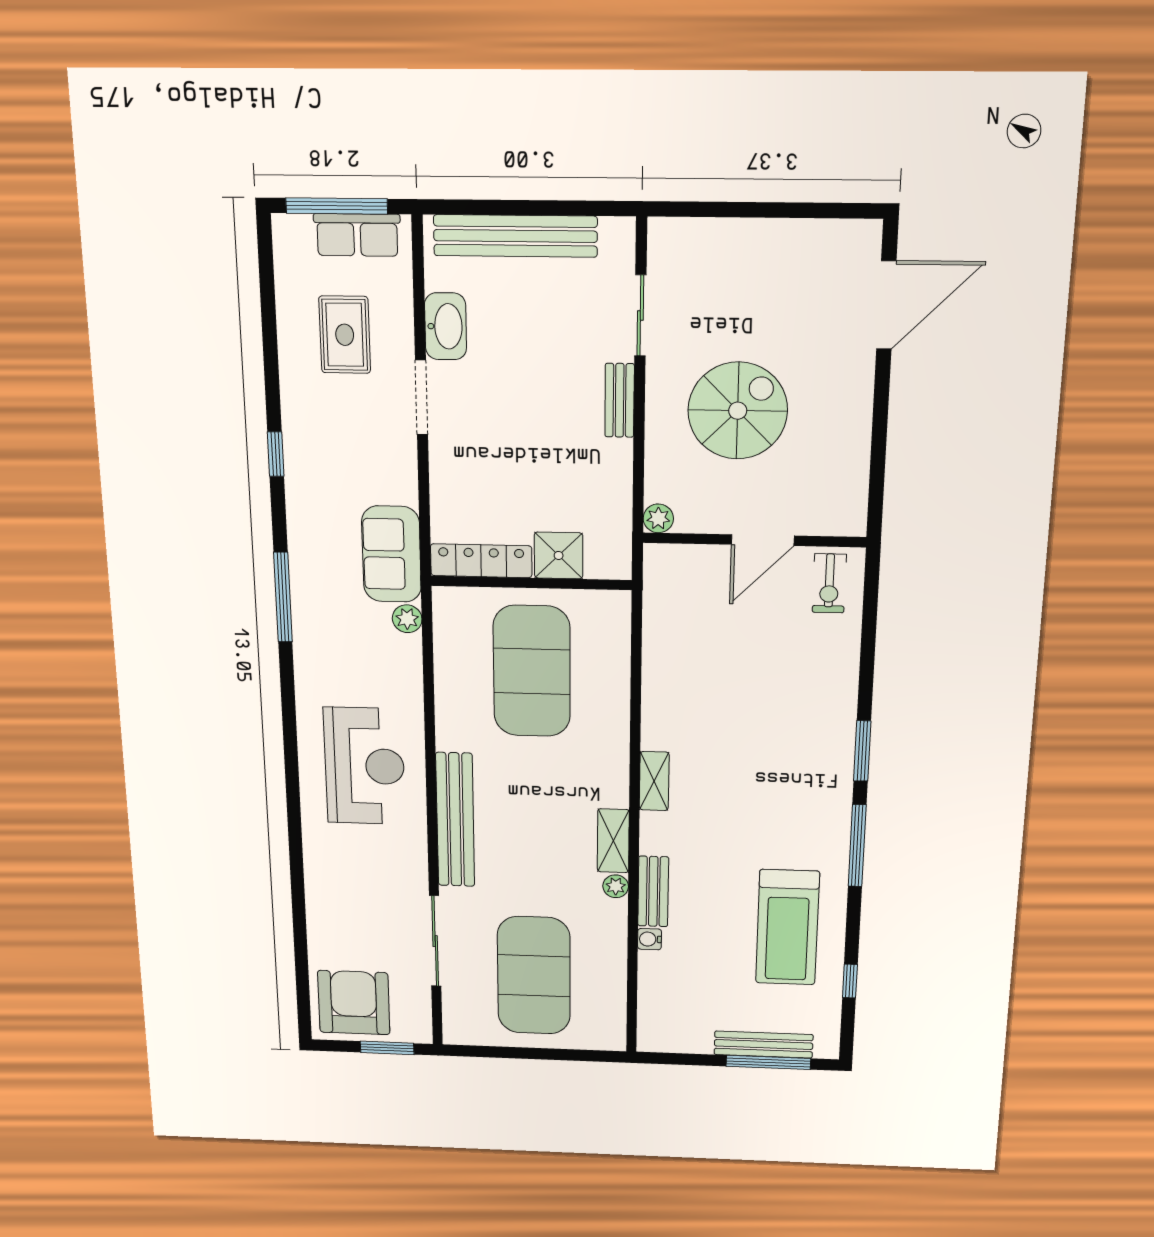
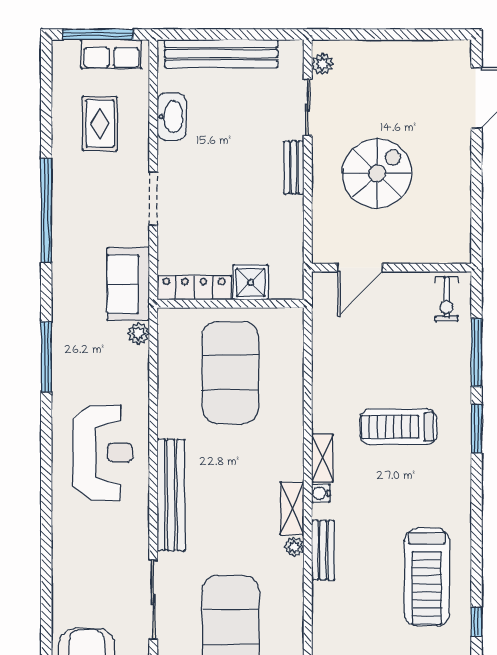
doorway: (421, 398) -> (153, 199), moved
window: (276, 454) -> (46, 211), width x3.17
plant: (658, 518) -> (322, 64), moved
door: (763, 540) -> (360, 268), moved
window: (283, 597) -> (46, 357), moved
treadmill: (757, 745) -> (398, 427), added
window: (857, 846) -> (477, 353), moved
water cooler: (650, 939) -> (321, 493), moved

